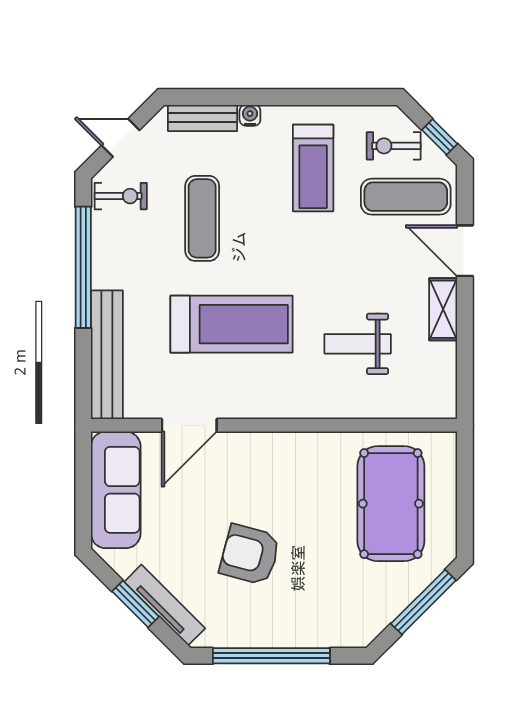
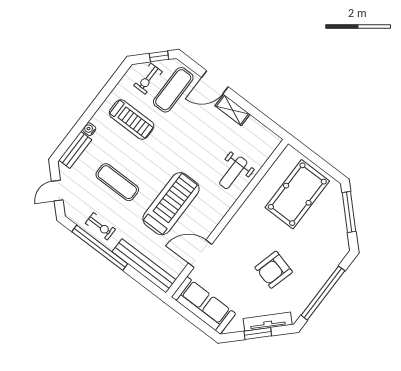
exercise bike: (121, 196) -> (100, 226), moved, turned 90
weight bench: (358, 344) -> (233, 173), moved
door: (189, 425) -> (200, 254), swing flipped
pool table: (391, 504) -> (297, 194), turned 90

